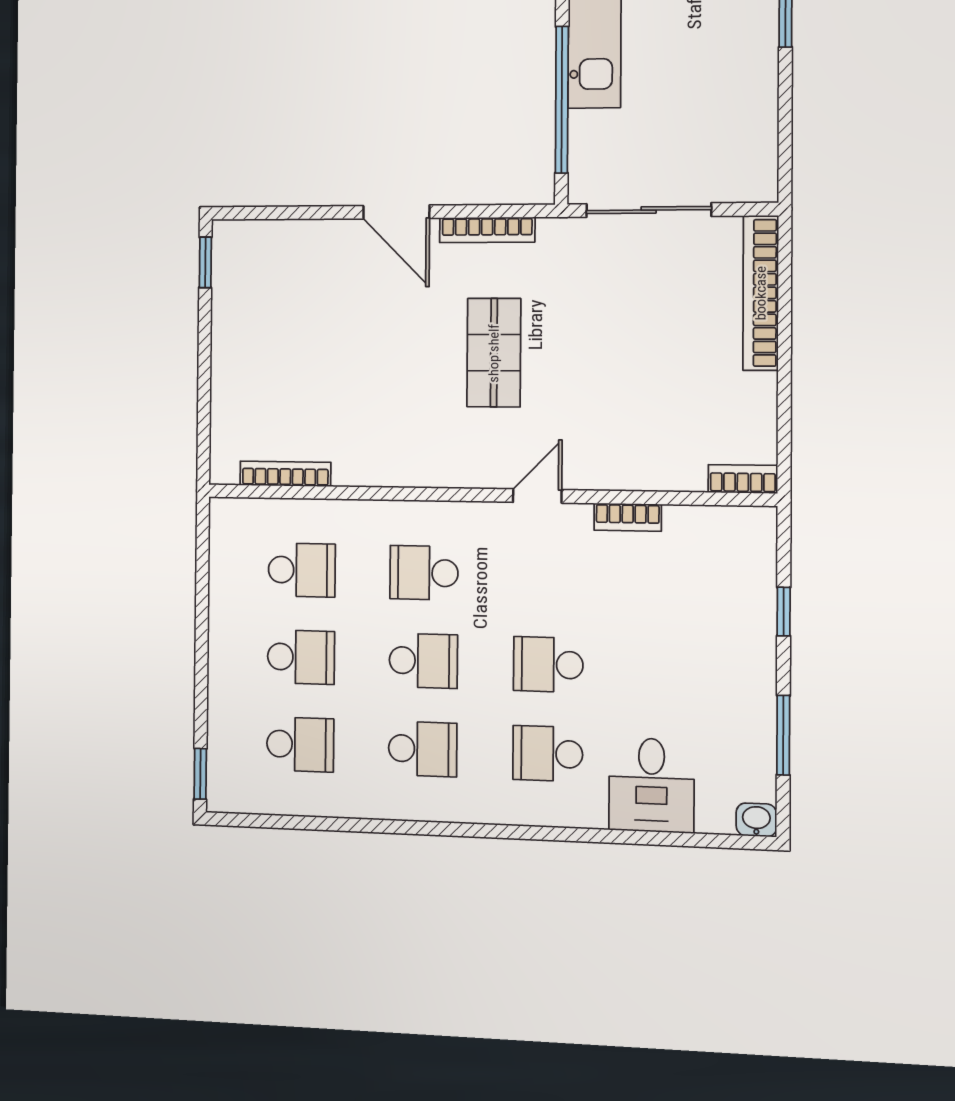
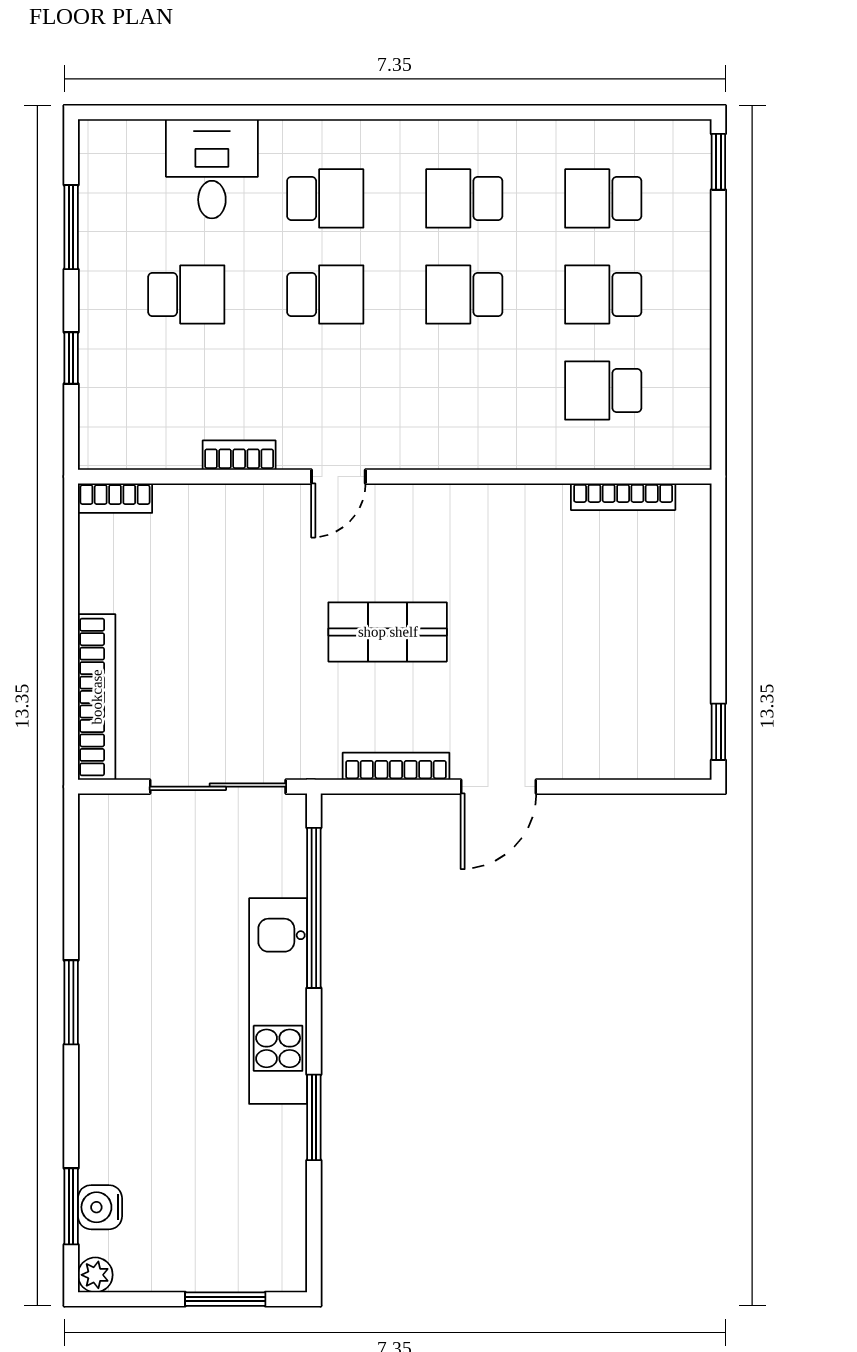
door: (396, 212) -> (499, 787), swing flipped
shop shelf: (494, 353) -> (388, 632), turned 90
school desk: (424, 573) -> (186, 294), moved
washbasin: (756, 820) -> (99, 137), removed

